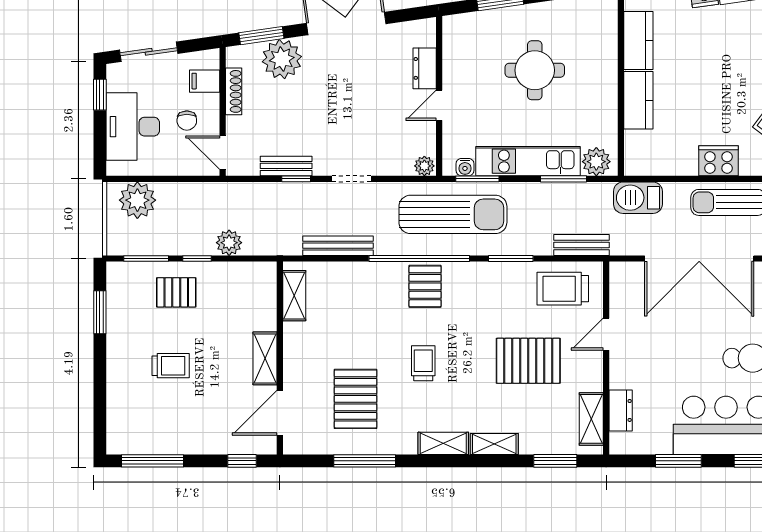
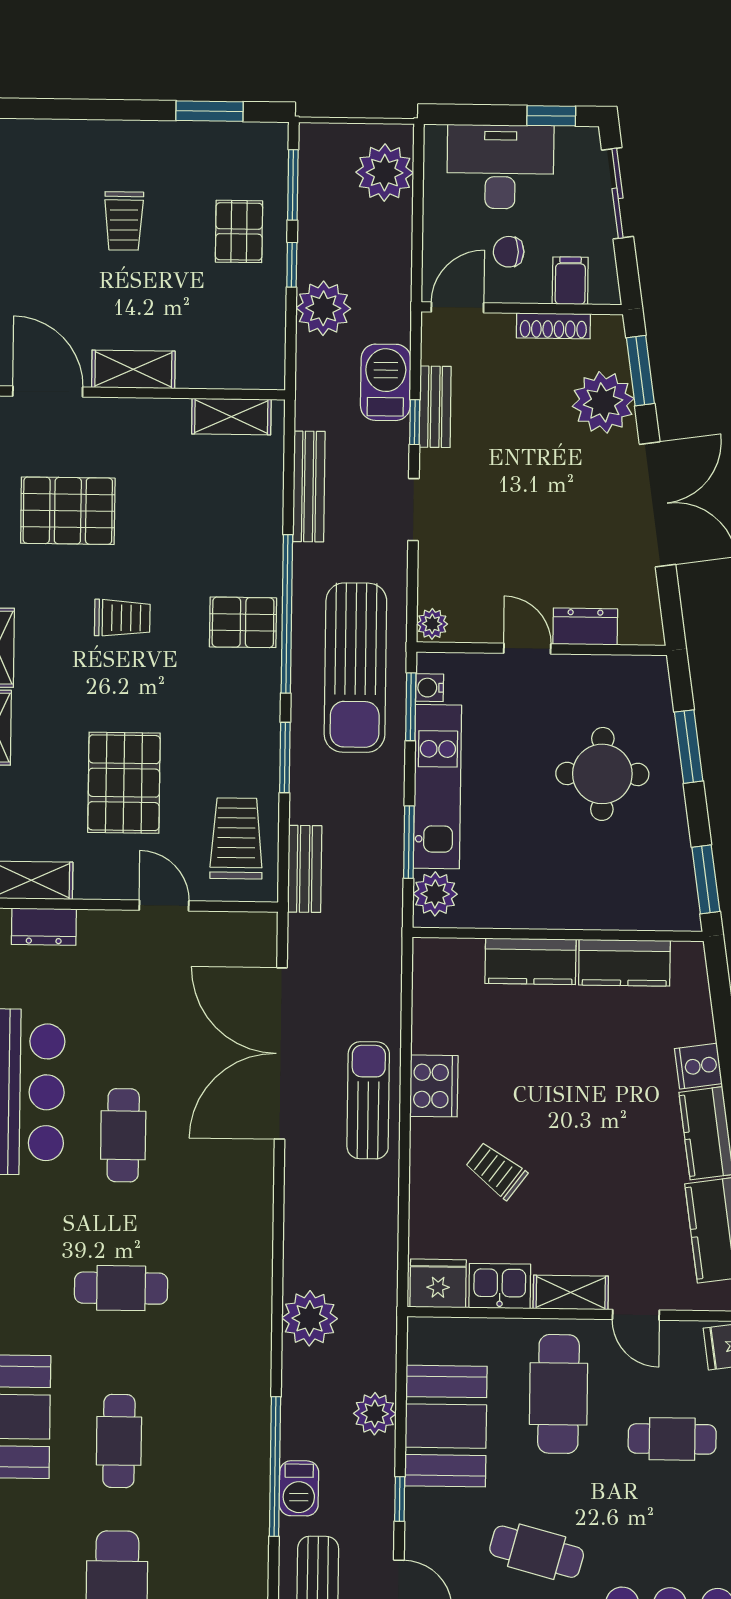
round table: (535, 70) -> (602, 774), moved
barbecue: (638, 198) -> (386, 382), moved
plant: (229, 243) -> (323, 308), width x1.36, depth x1.36

